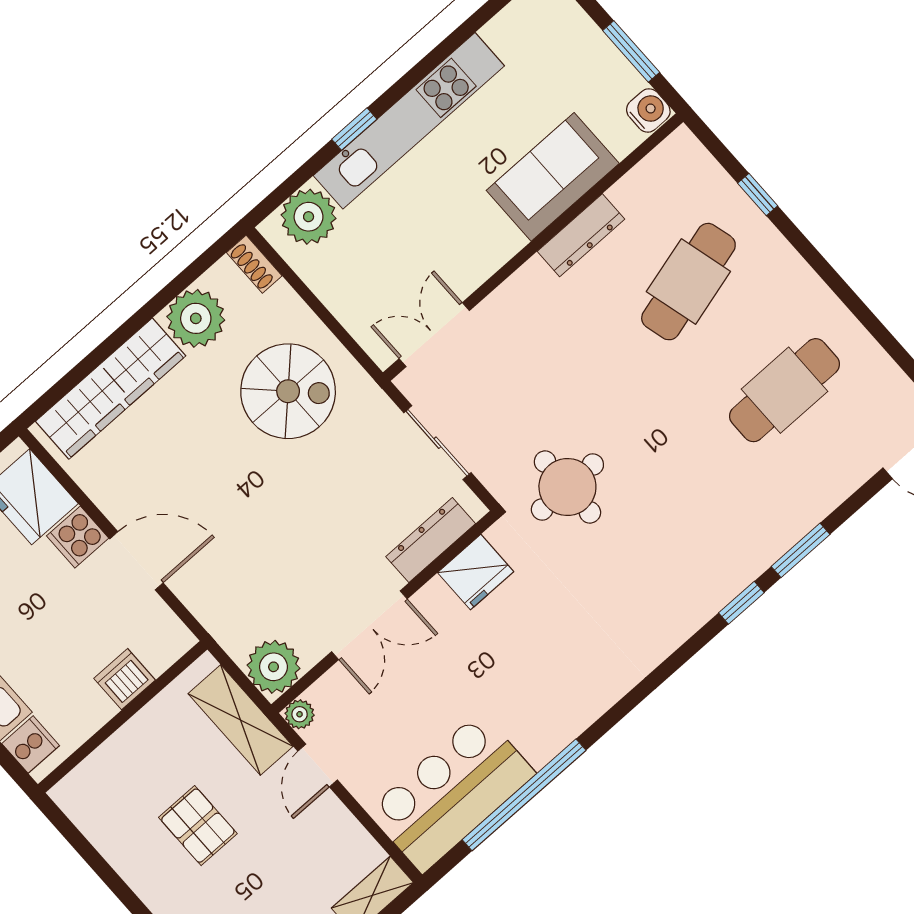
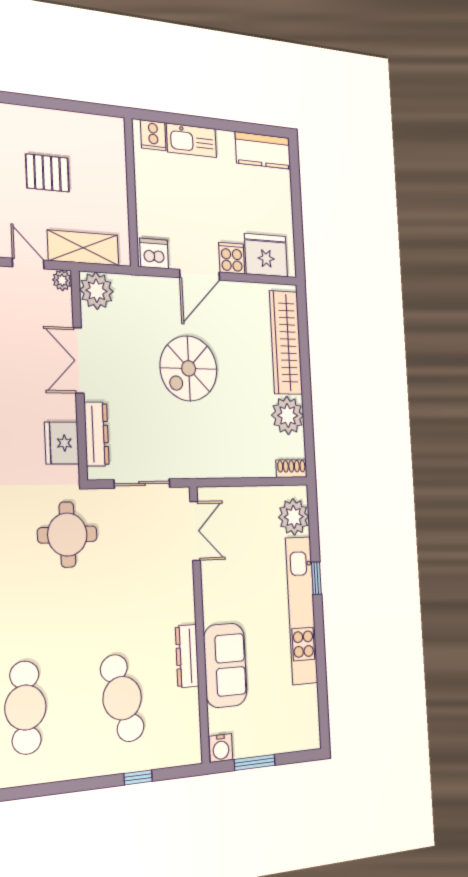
spiral stairs: (288, 391) -> (189, 368), moved
dishwasher: (125, 679) -> (154, 253), moved, turned -90

